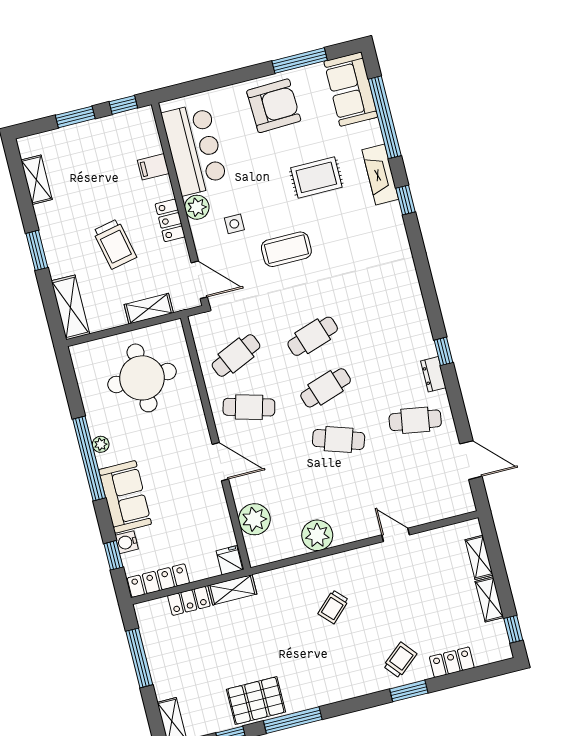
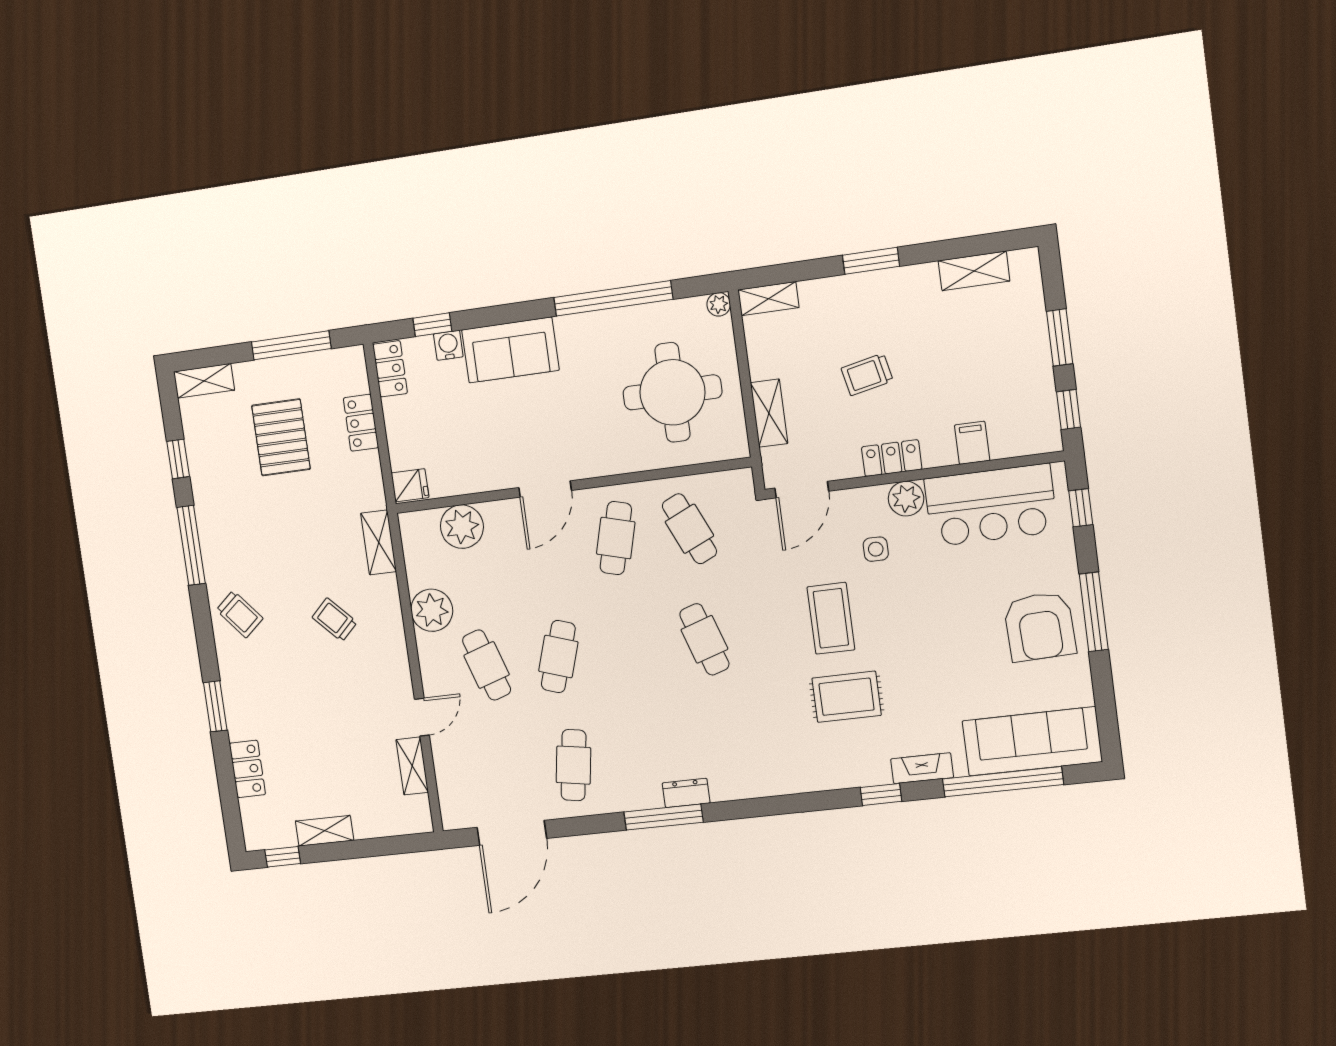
window: (300, 61) -> (1094, 612), moved
window: (189, 88) -> (1081, 508), added
sofa: (351, 89) -> (1032, 741), width x1.36
fireplace: (380, 175) -> (922, 768), width x0.73, depth x0.76
rug: (316, 177) -> (847, 697), moved, turned 90
trolley: (115, 244) -> (867, 375), width x0.73, depth x0.72
shelving: (70, 307) -> (768, 299), width x0.67, depth x0.75
window: (444, 351) -> (664, 817), width x2.17
dresser: (433, 374) -> (686, 793), moved
cafe table: (326, 388) -> (487, 665), moved
plant: (101, 444) -> (719, 304), moved
window: (89, 459) -> (613, 298), moved
door: (471, 460) -> (512, 833), width x1.36
shelving: (479, 557) -> (412, 766), moved, turned 90
locker: (158, 581) -> (390, 369), width x0.66
shelving: (232, 590) -> (379, 542), moved
trolley: (400, 660) -> (240, 614), moved
pallet: (256, 701) -> (281, 437), moved

